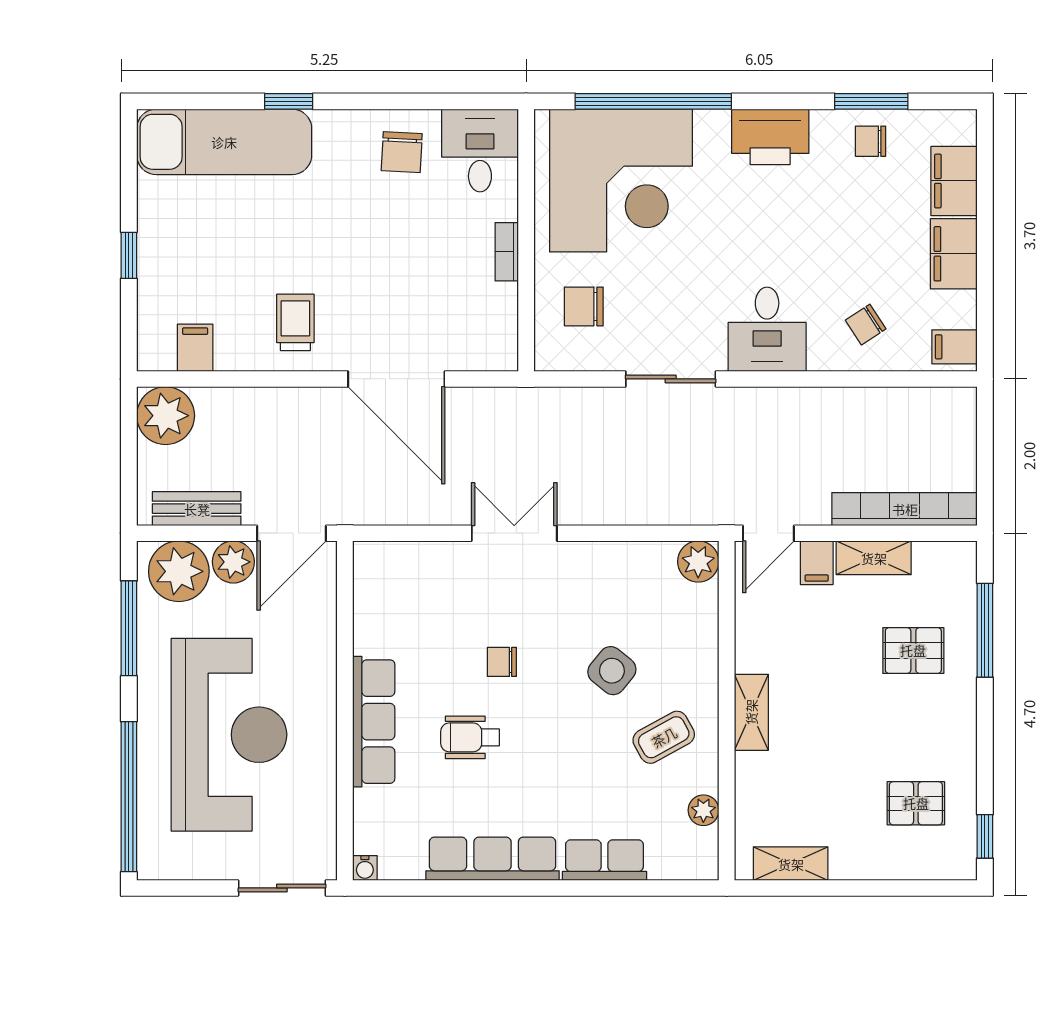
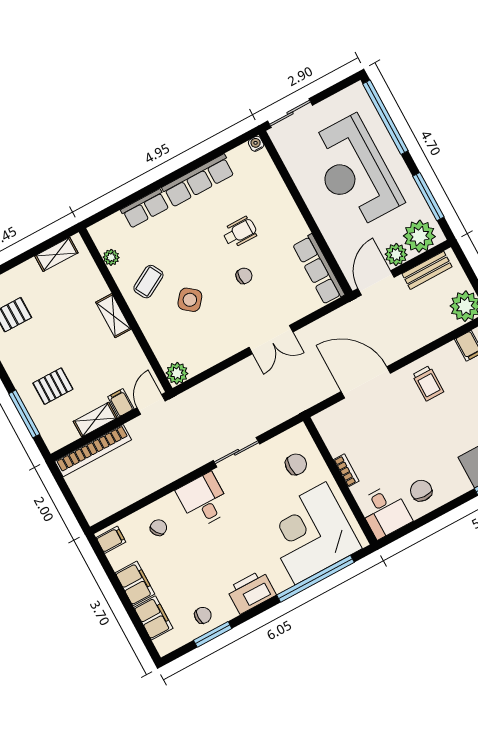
row of seats: (374, 722) -> (319, 269), moved

